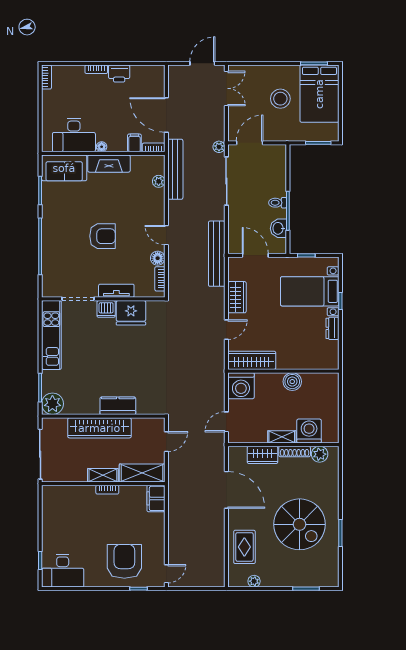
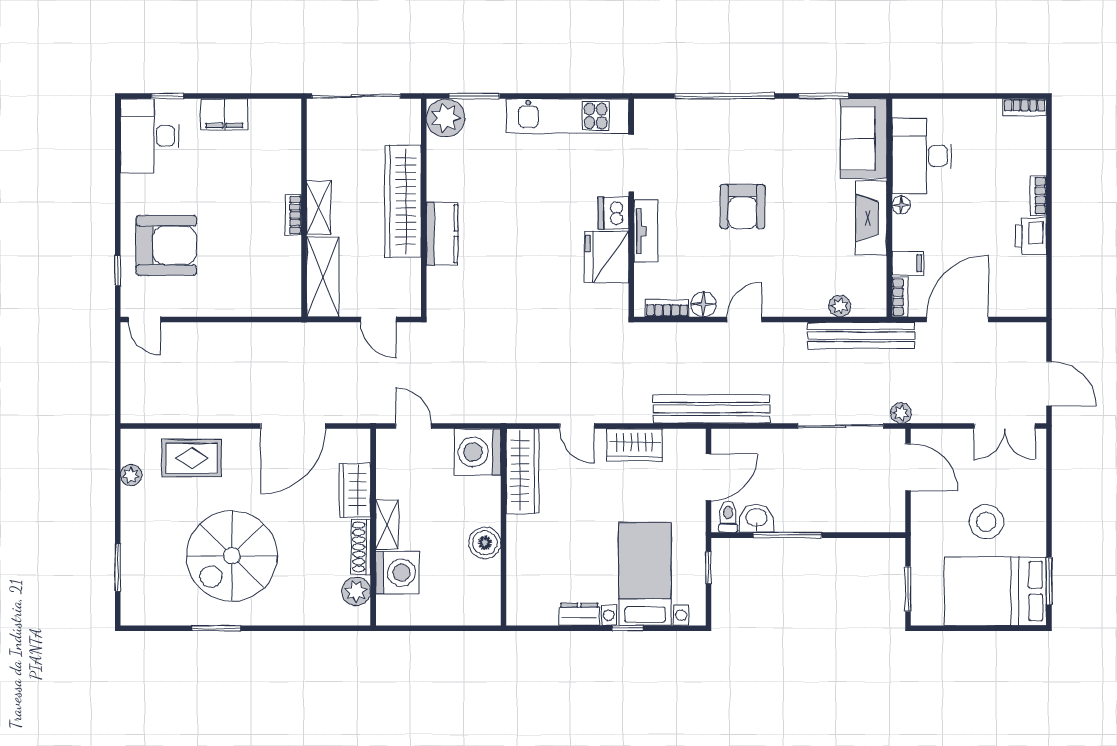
toilet: (278, 203) -> (728, 517), moved
filing cabinet: (156, 498) -> (224, 114), moved, turned 180

